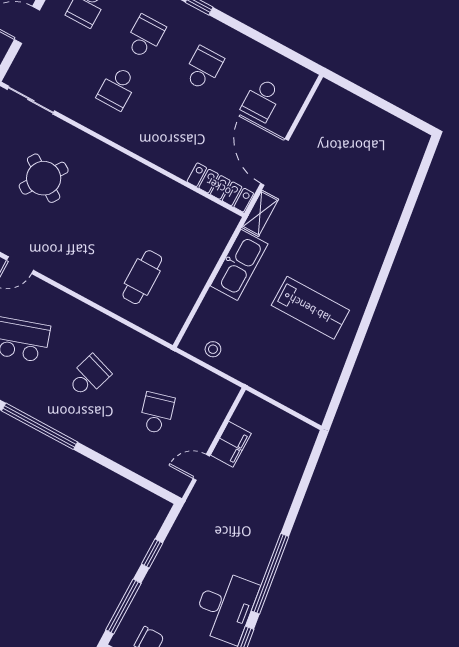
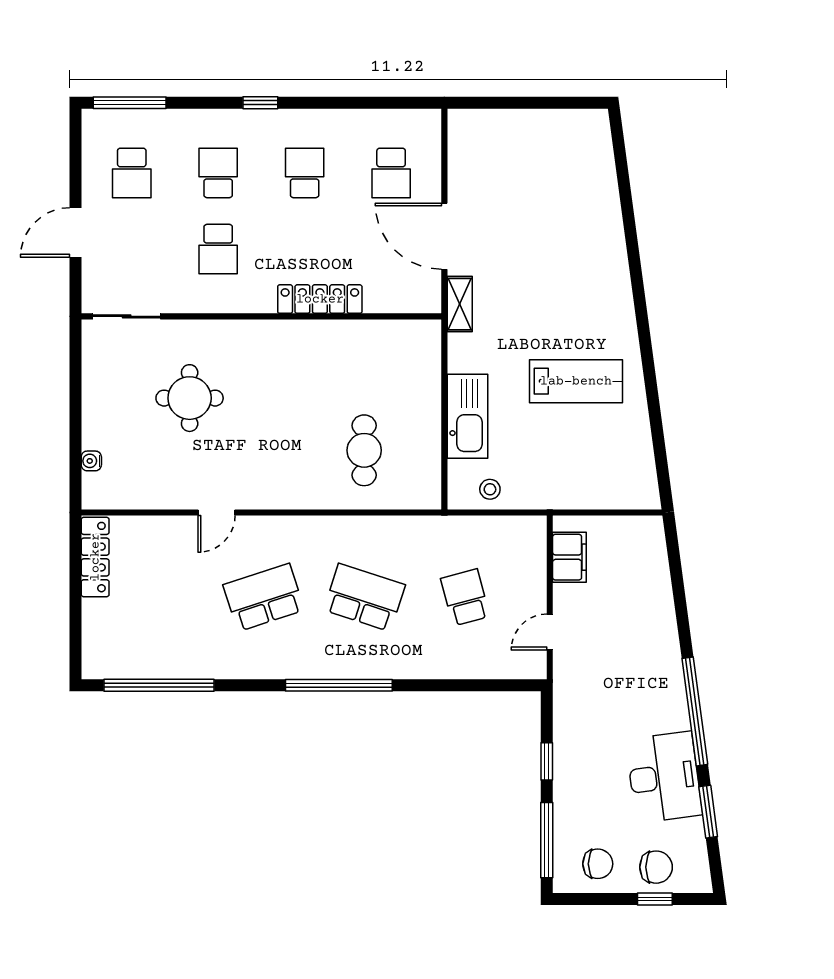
round table: (44, 178) -> (190, 398), turned -34
locker: (220, 187) -> (320, 299), moved
kitchen sink: (239, 265) -> (467, 416), moved
school desk: (89, 376) -> (364, 597), width x1.85
filing cabinet: (231, 444) -> (569, 557), moved

